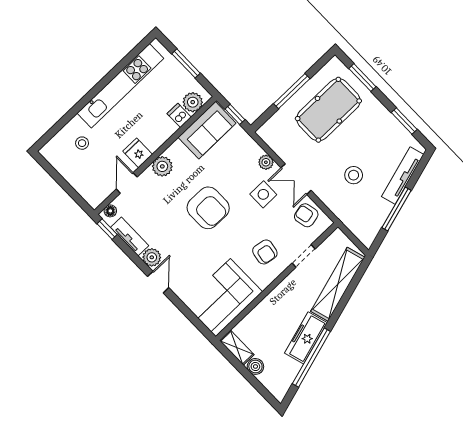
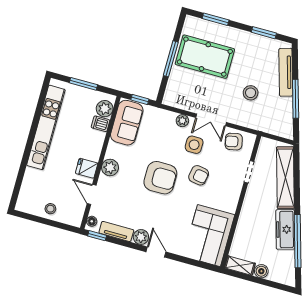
pool table: (328, 110) -> (205, 57), turned 90
stool: (82, 143) -> (50, 209), moved
armchair: (265, 252) -> (199, 175), moved

